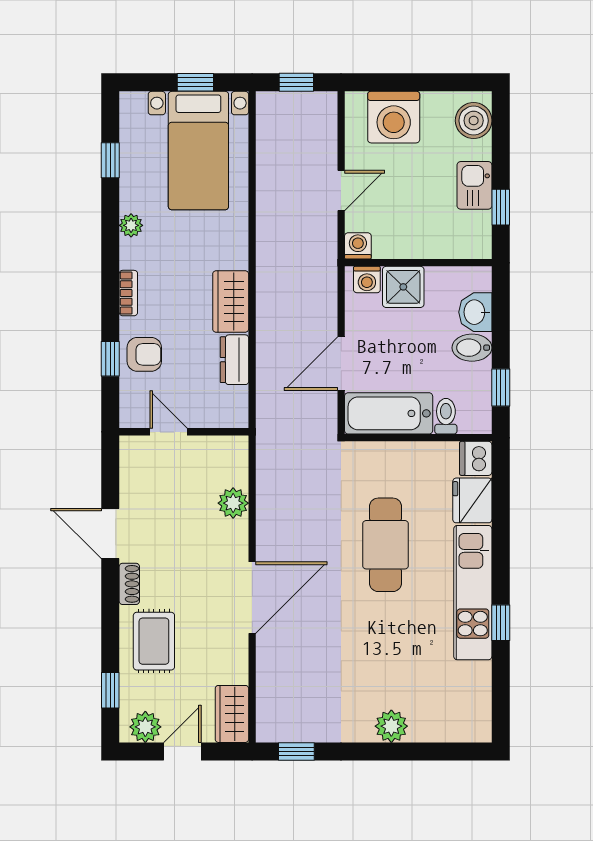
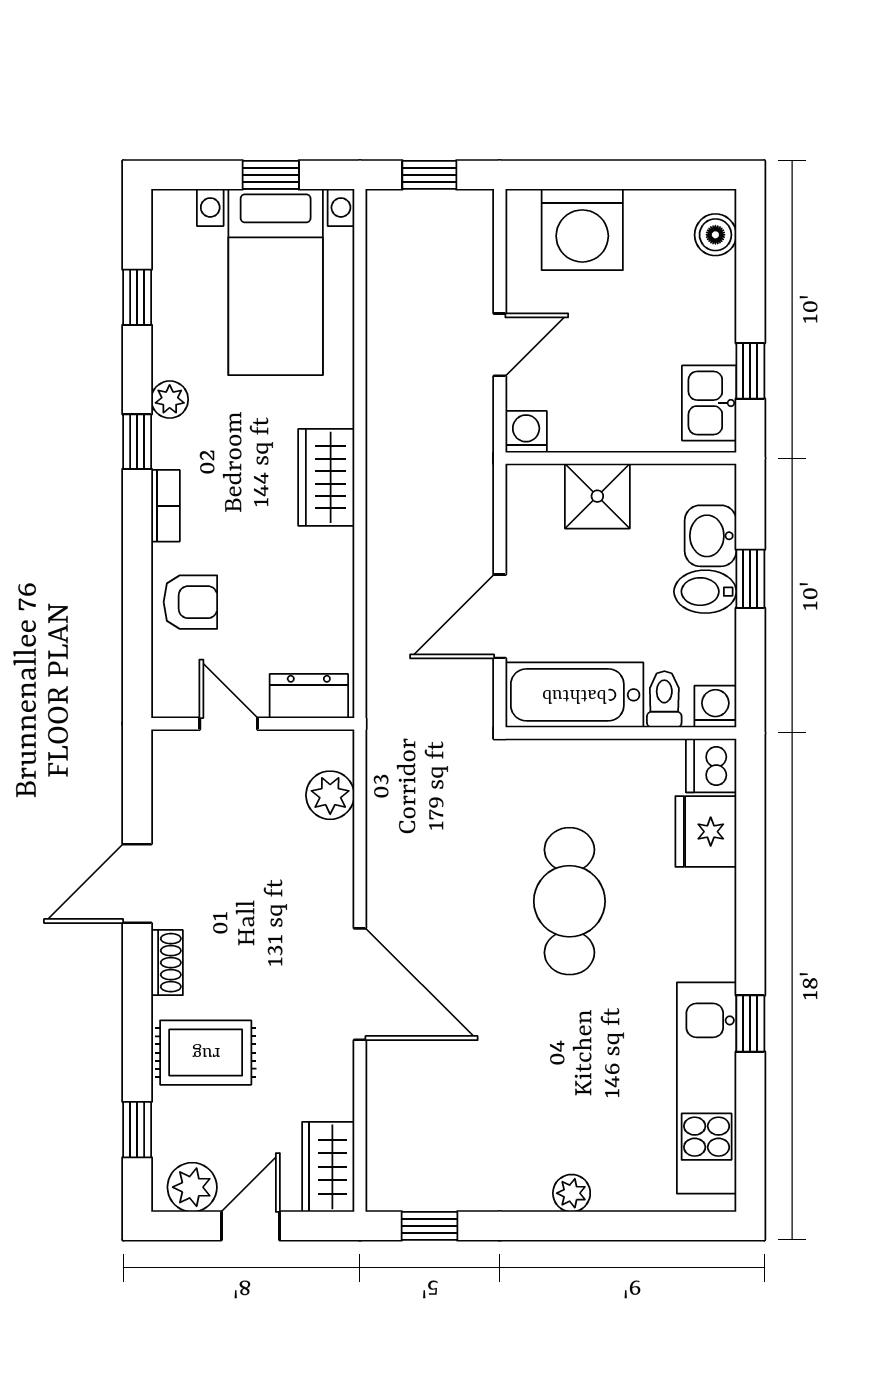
boiler: (474, 121) -> (715, 235), width x0.73, depth x0.73
kitchen sink: (474, 185) -> (709, 403), moved
washing machine: (367, 280) -> (715, 706), moved, turned 180
wardrobe: (231, 302) -> (326, 477), moved
window: (110, 359) -> (137, 442), moved
dresser: (234, 360) -> (309, 696), moved, turned 90
window: (501, 387) -> (750, 579), moved
plant: (233, 503) -> (330, 795), moved
door: (110, 533) -> (137, 883), hinge flipped
kitchen unit: (473, 593) -> (707, 1088), moved
door: (252, 598) -> (360, 984), hinge flipped
rug: (154, 641) -> (206, 1053), turned 90
plant: (391, 726) -> (572, 1193), width x0.73, depth x0.73

